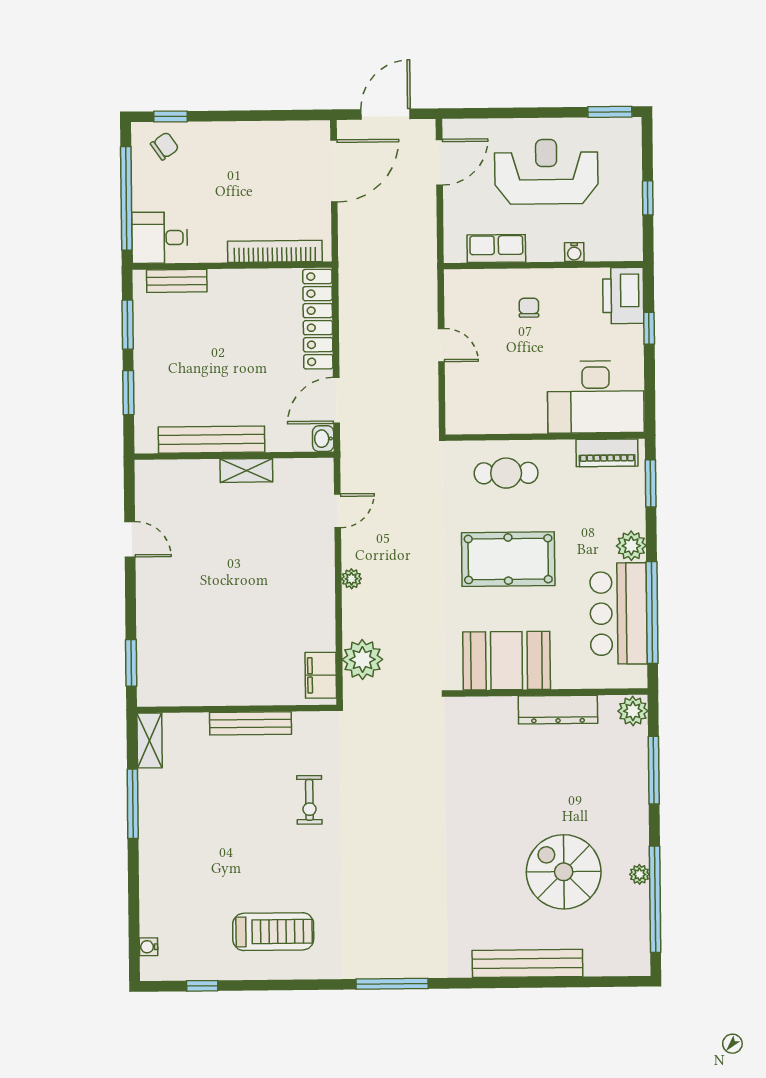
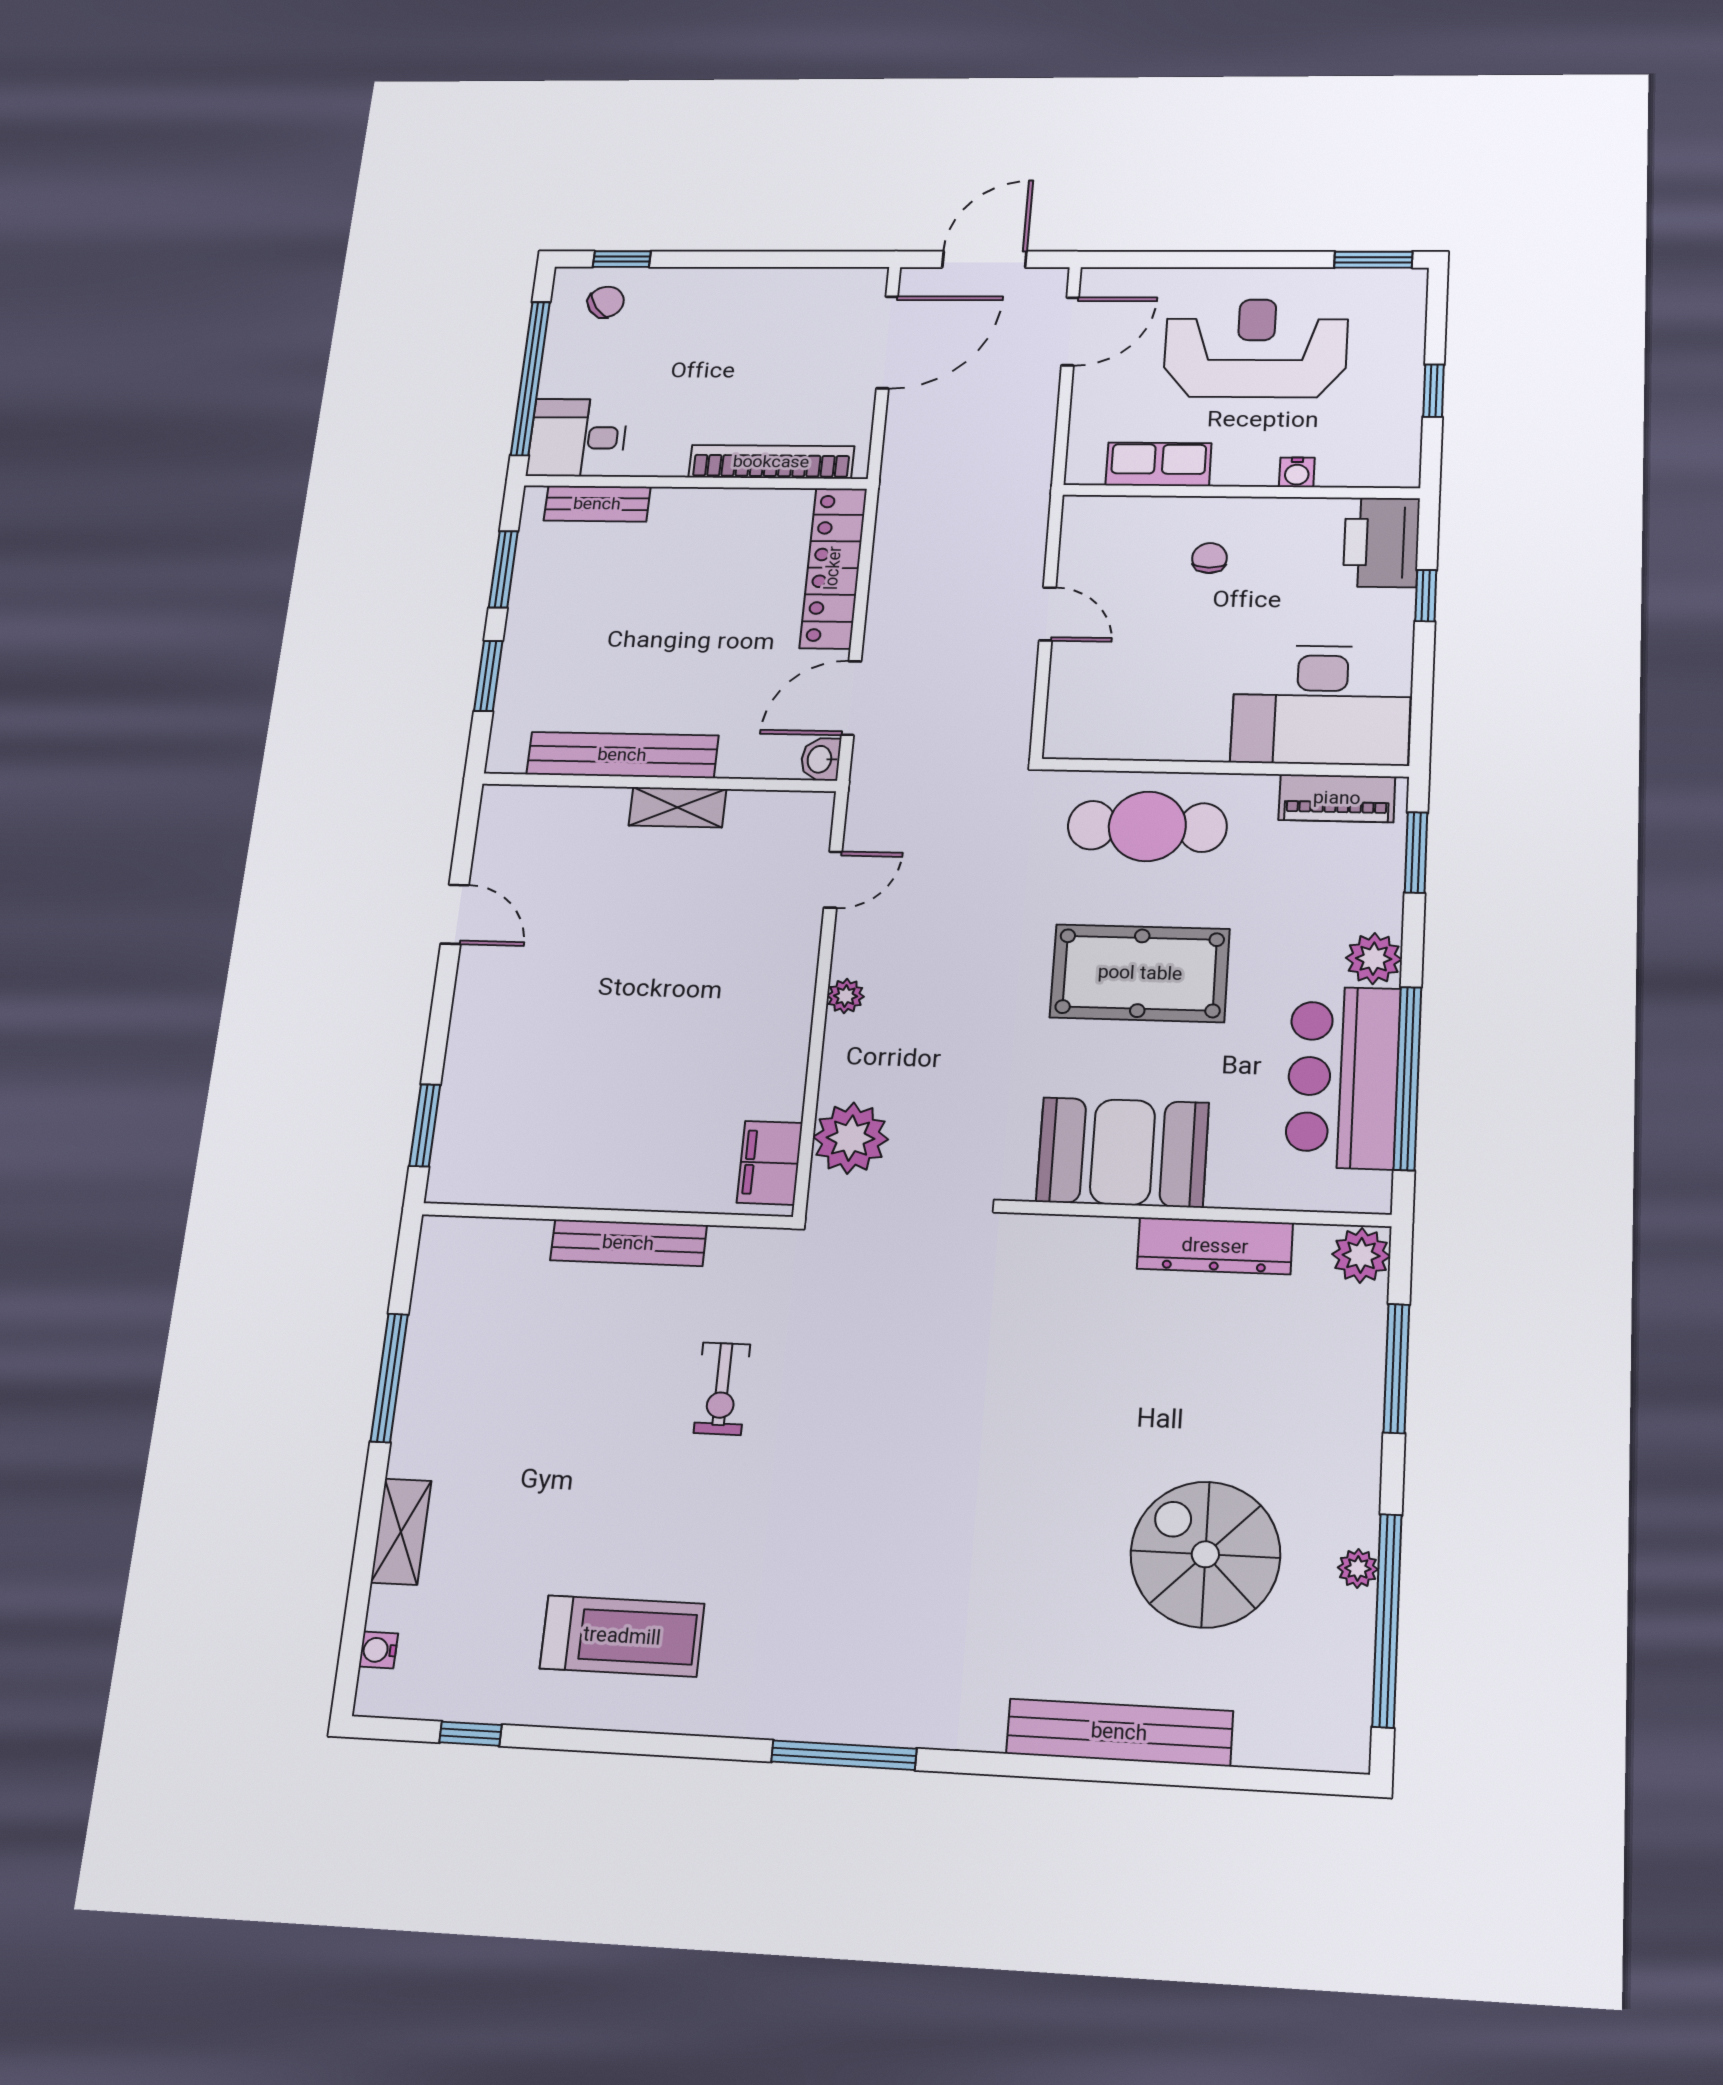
cafe table: (506, 473) -> (1147, 826), width x1.37, depth x1.35
shelving: (150, 740) -> (401, 1532), moved

